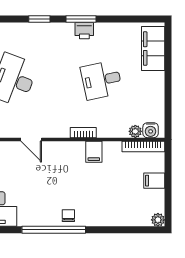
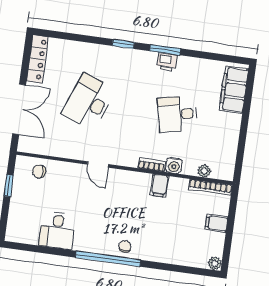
water cooler: (151, 130) -> (174, 165), moved

